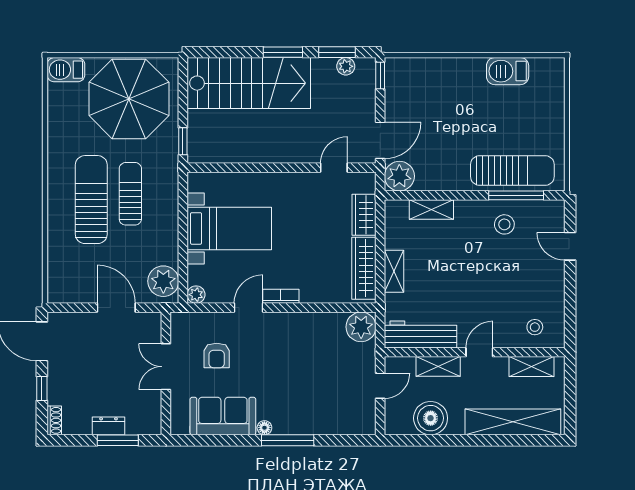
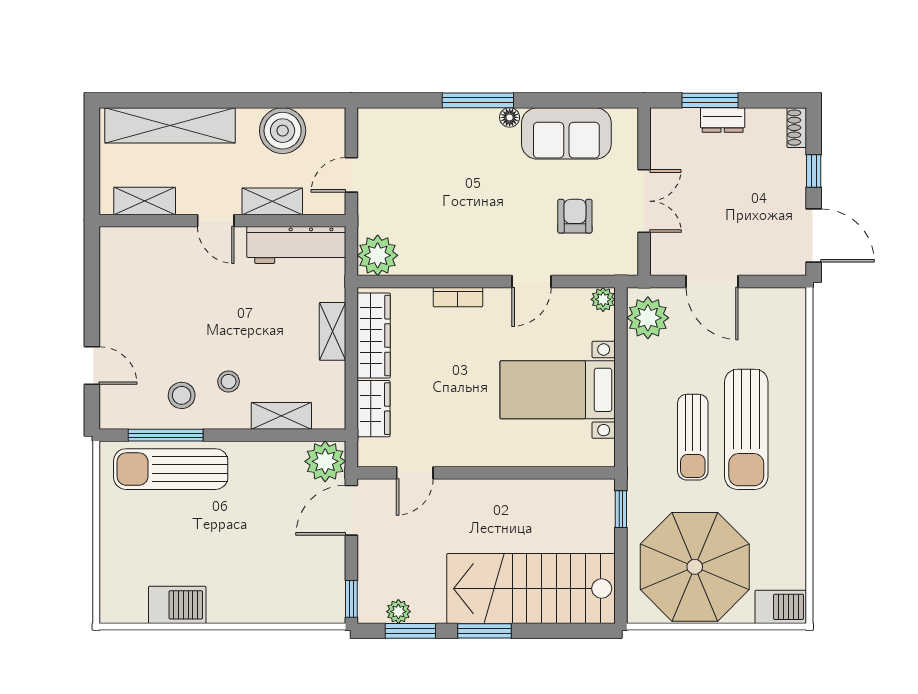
bookcase: (281, 296) -> (458, 297), moved
stool: (535, 327) -> (229, 382), moved
door: (479, 352) -> (216, 221), hinge flipped

